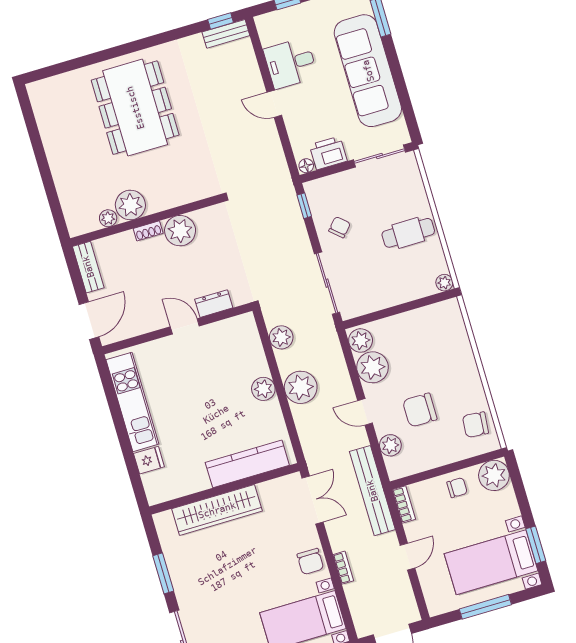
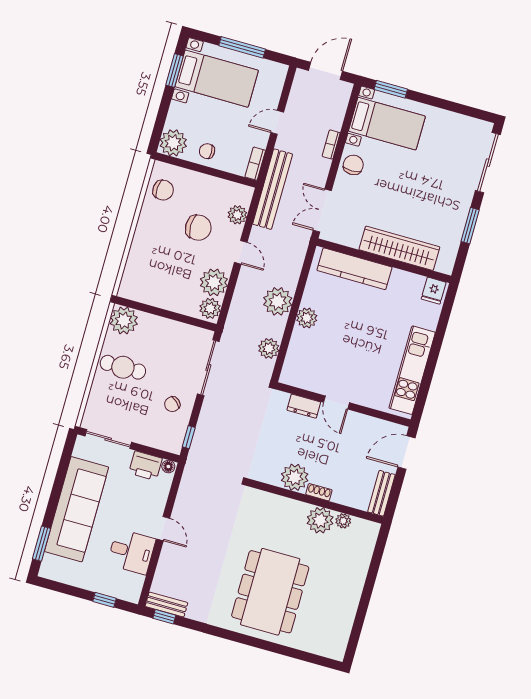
plant: (444, 283) -> (124, 320), width x1.88, depth x1.88
fridge: (149, 460) -> (434, 291), moved, turned -90

